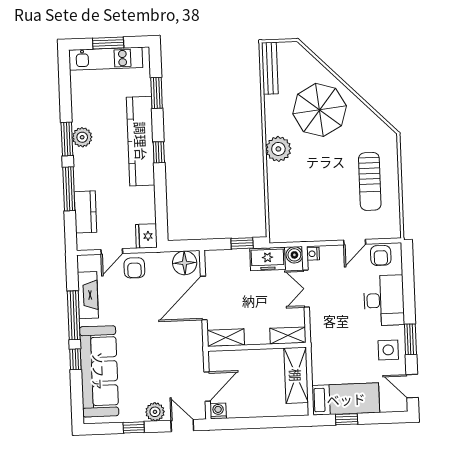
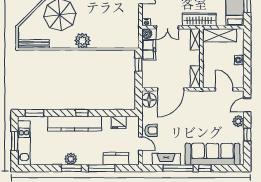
window: (157, 93) -> (35, 113), moved
fridge: (146, 236) -> (119, 122), moved
door: (204, 298) -> (171, 89), hinge flipped
wardrobe: (321, 341) -> (199, 19), added
washing machine: (218, 411) -> (239, 60), moved

